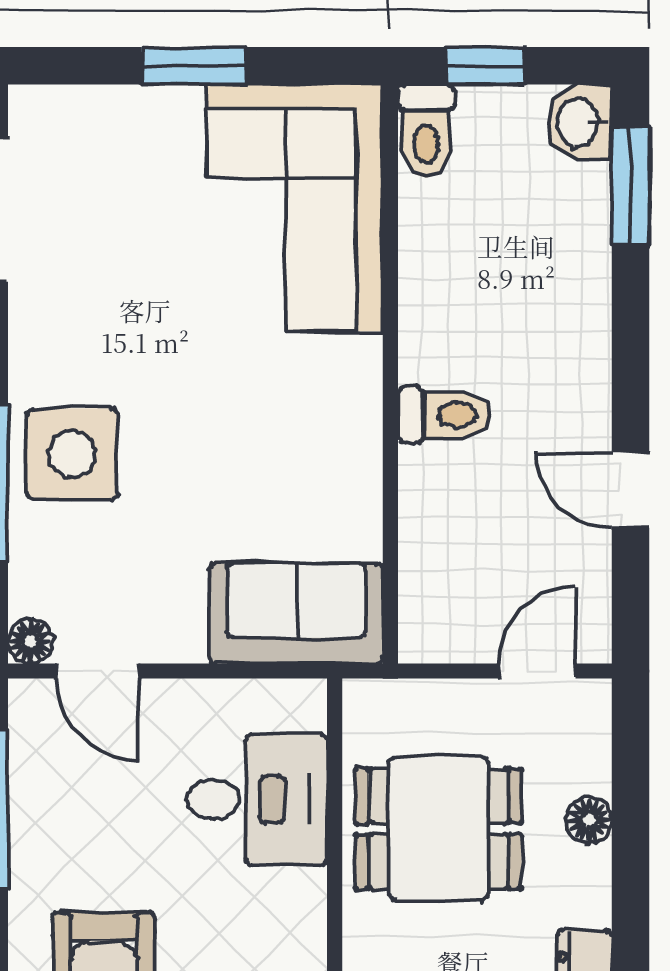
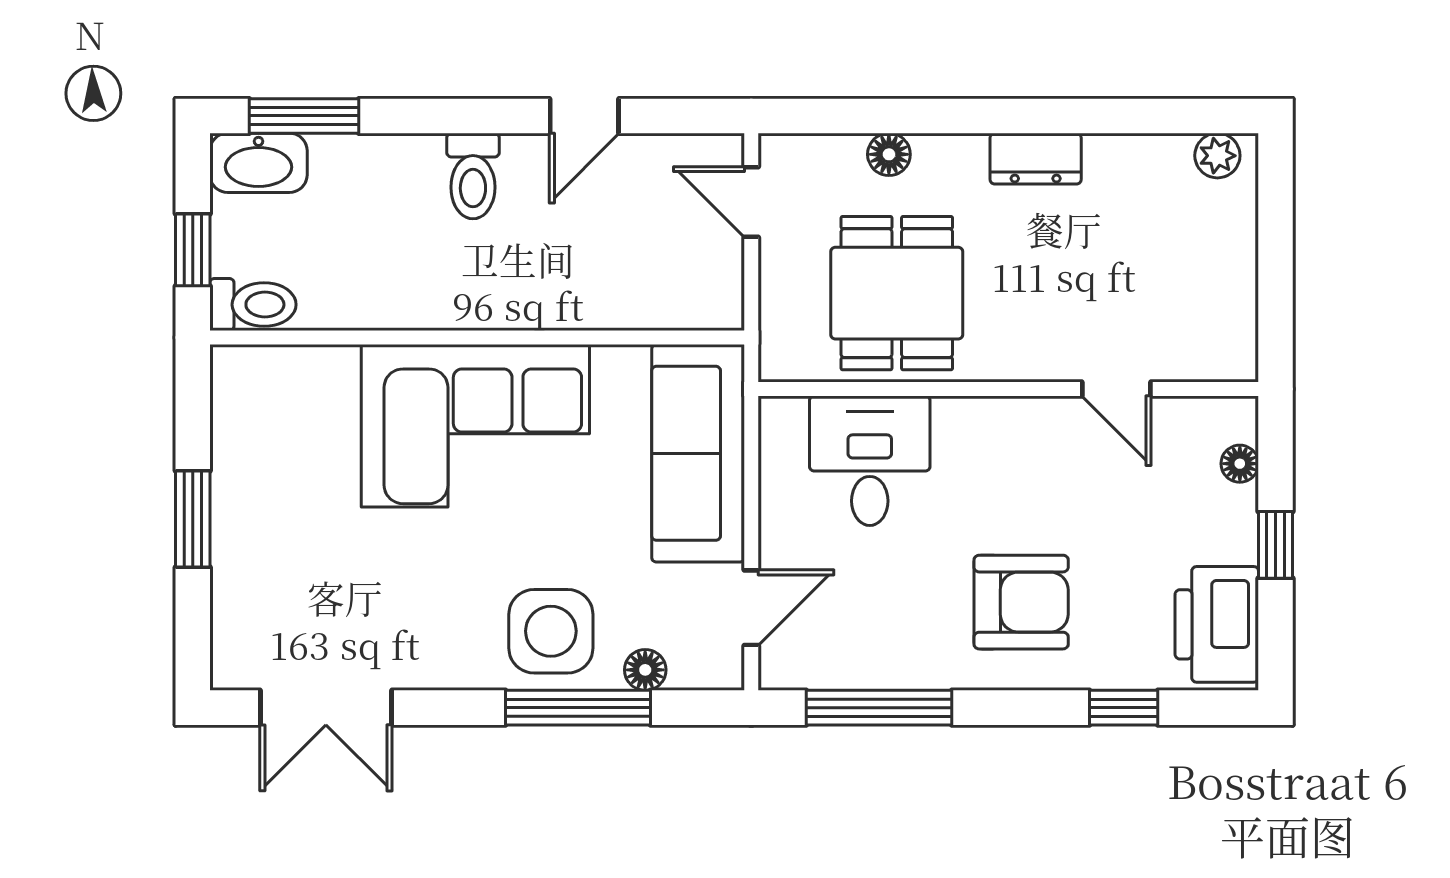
washbasin: (580, 122) -> (258, 163), width x1.38
corner sofa: (295, 208) -> (475, 426), moved
toilet: (444, 415) -> (473, 176), moved, turned 180
sofa: (296, 613) -> (698, 453), width x1.36
floor lamp: (30, 641) -> (645, 670), moved

